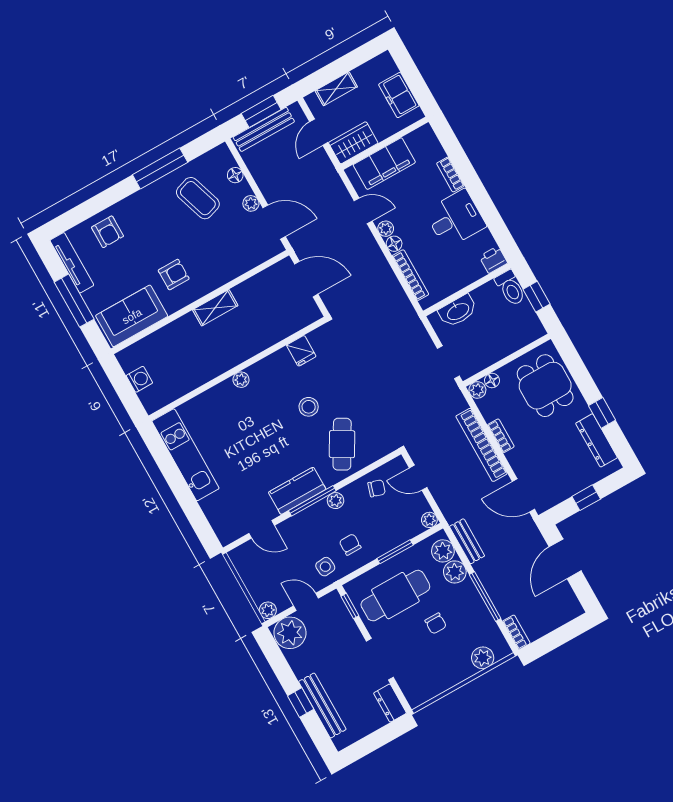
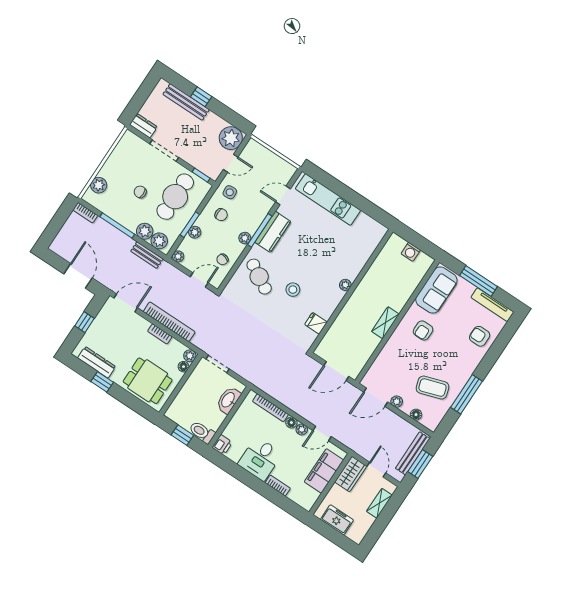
kitchen unit: (185, 455) -> (328, 200), moved
plant: (268, 610) -> (195, 232), moved

